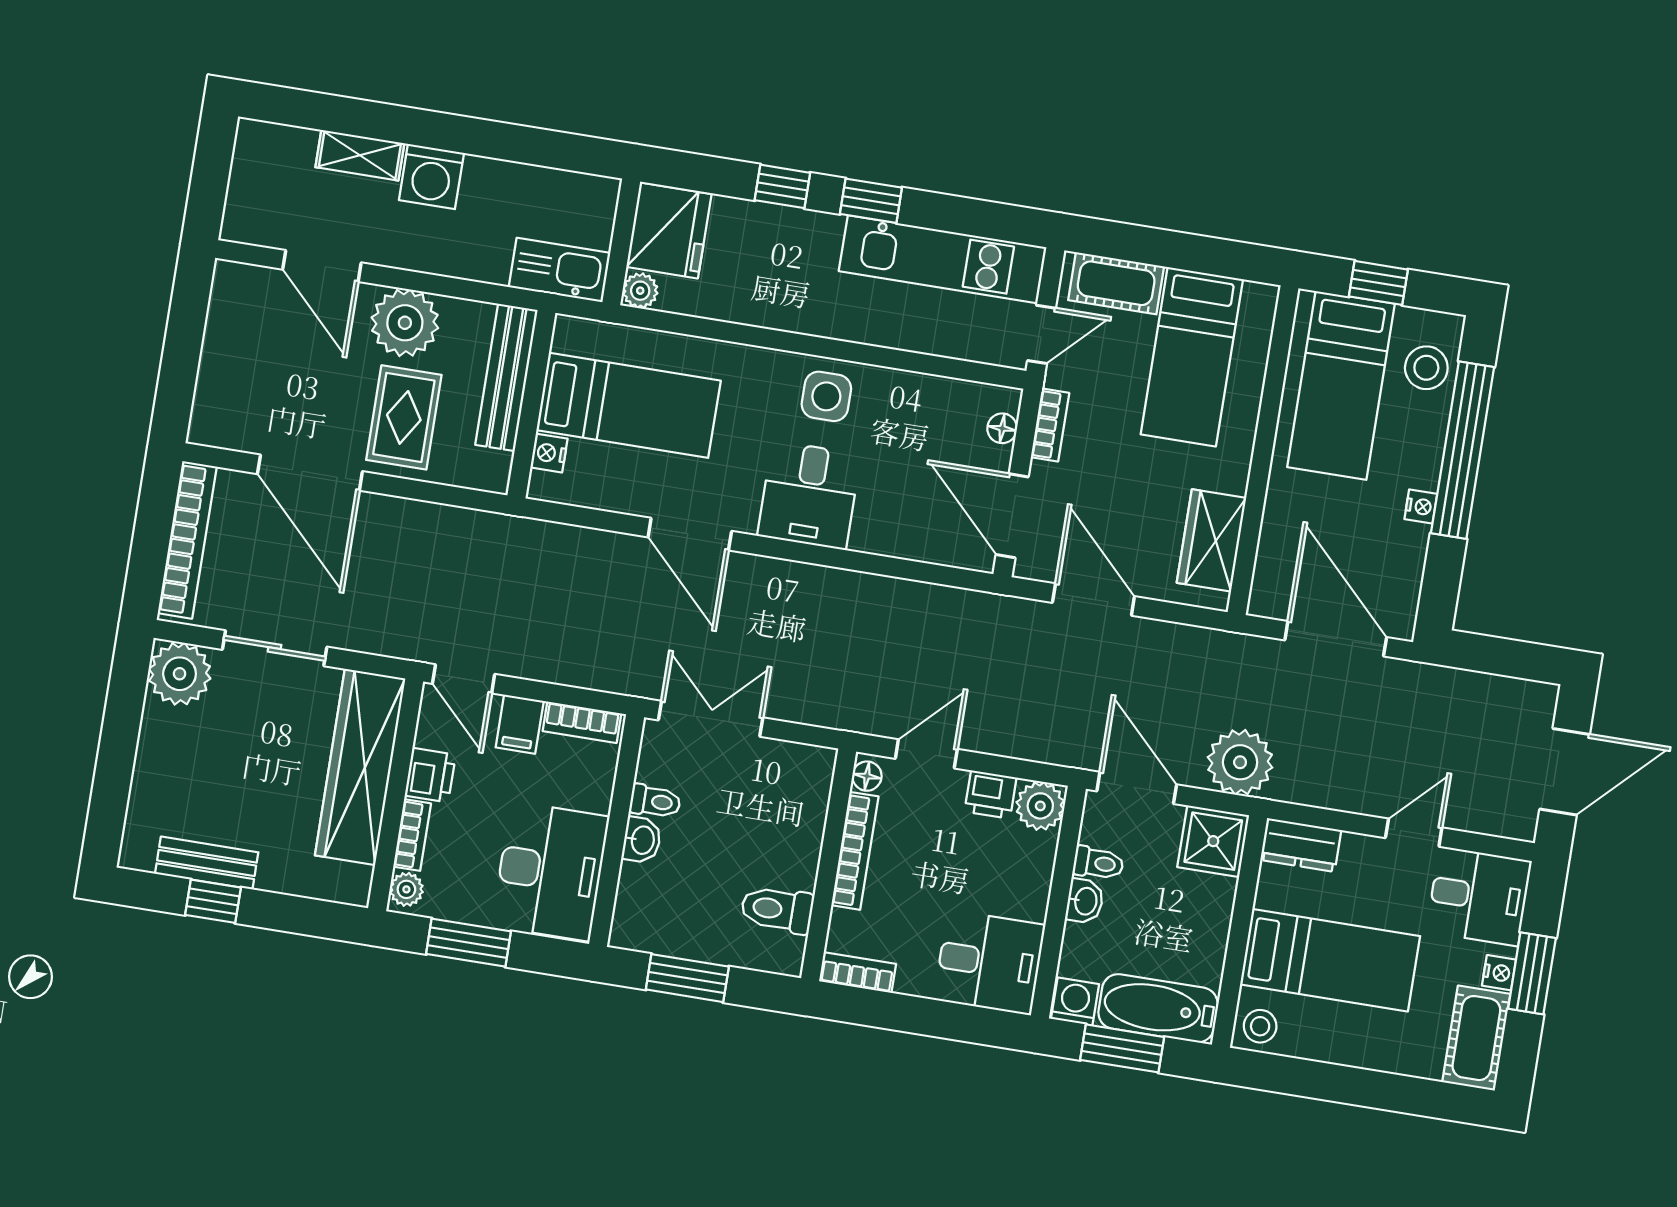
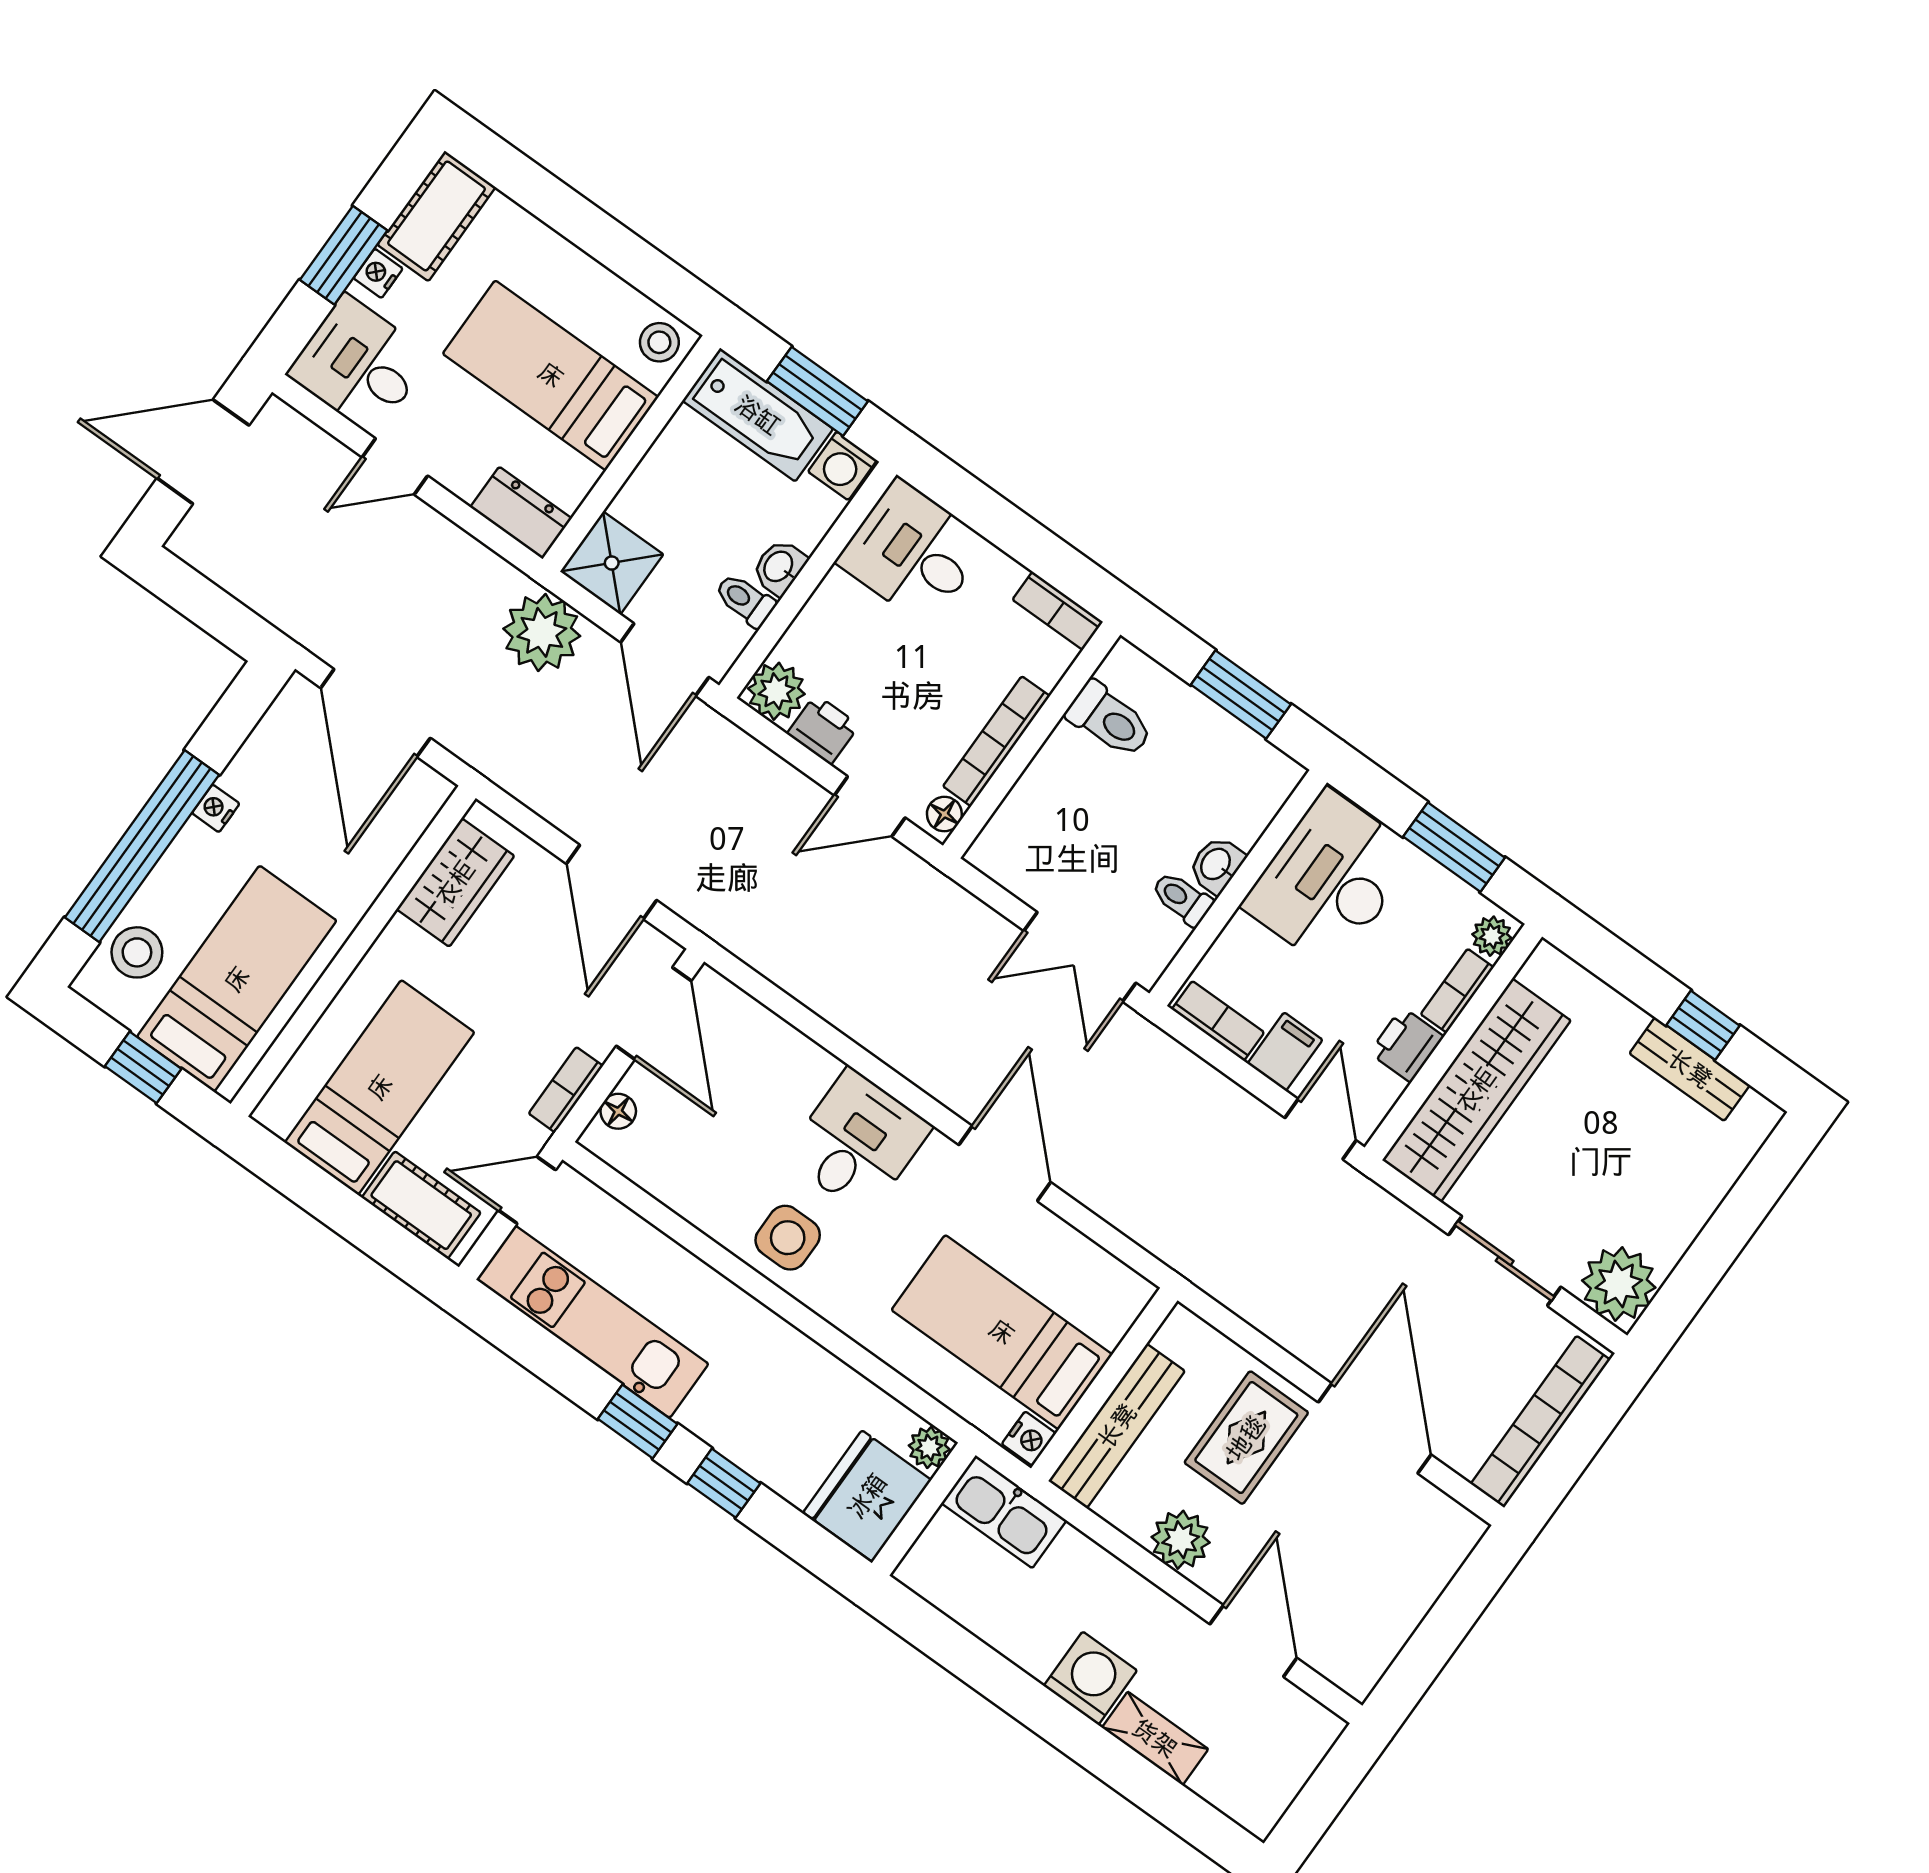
plant: (405, 323) -> (1181, 1540), width x0.73, depth x0.73
nightstand: (549, 453) -> (1029, 1439), moved

